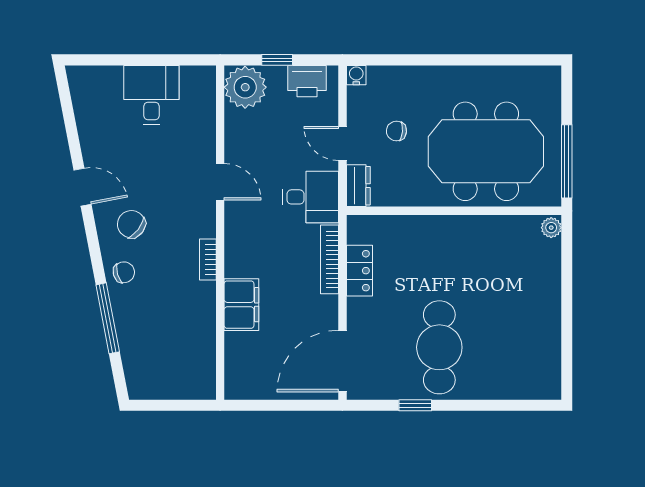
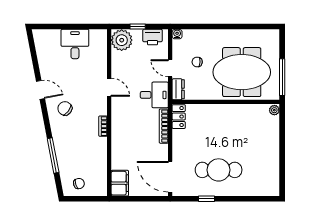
locker: (359, 271) -> (179, 117), moved
chair: (124, 272) -> (79, 184), moved
filing cabinet: (241, 305) -> (120, 183), moved
cafe table: (439, 347) -> (219, 170), turned 90
door: (342, 361) -> (170, 177), hinge flipped

